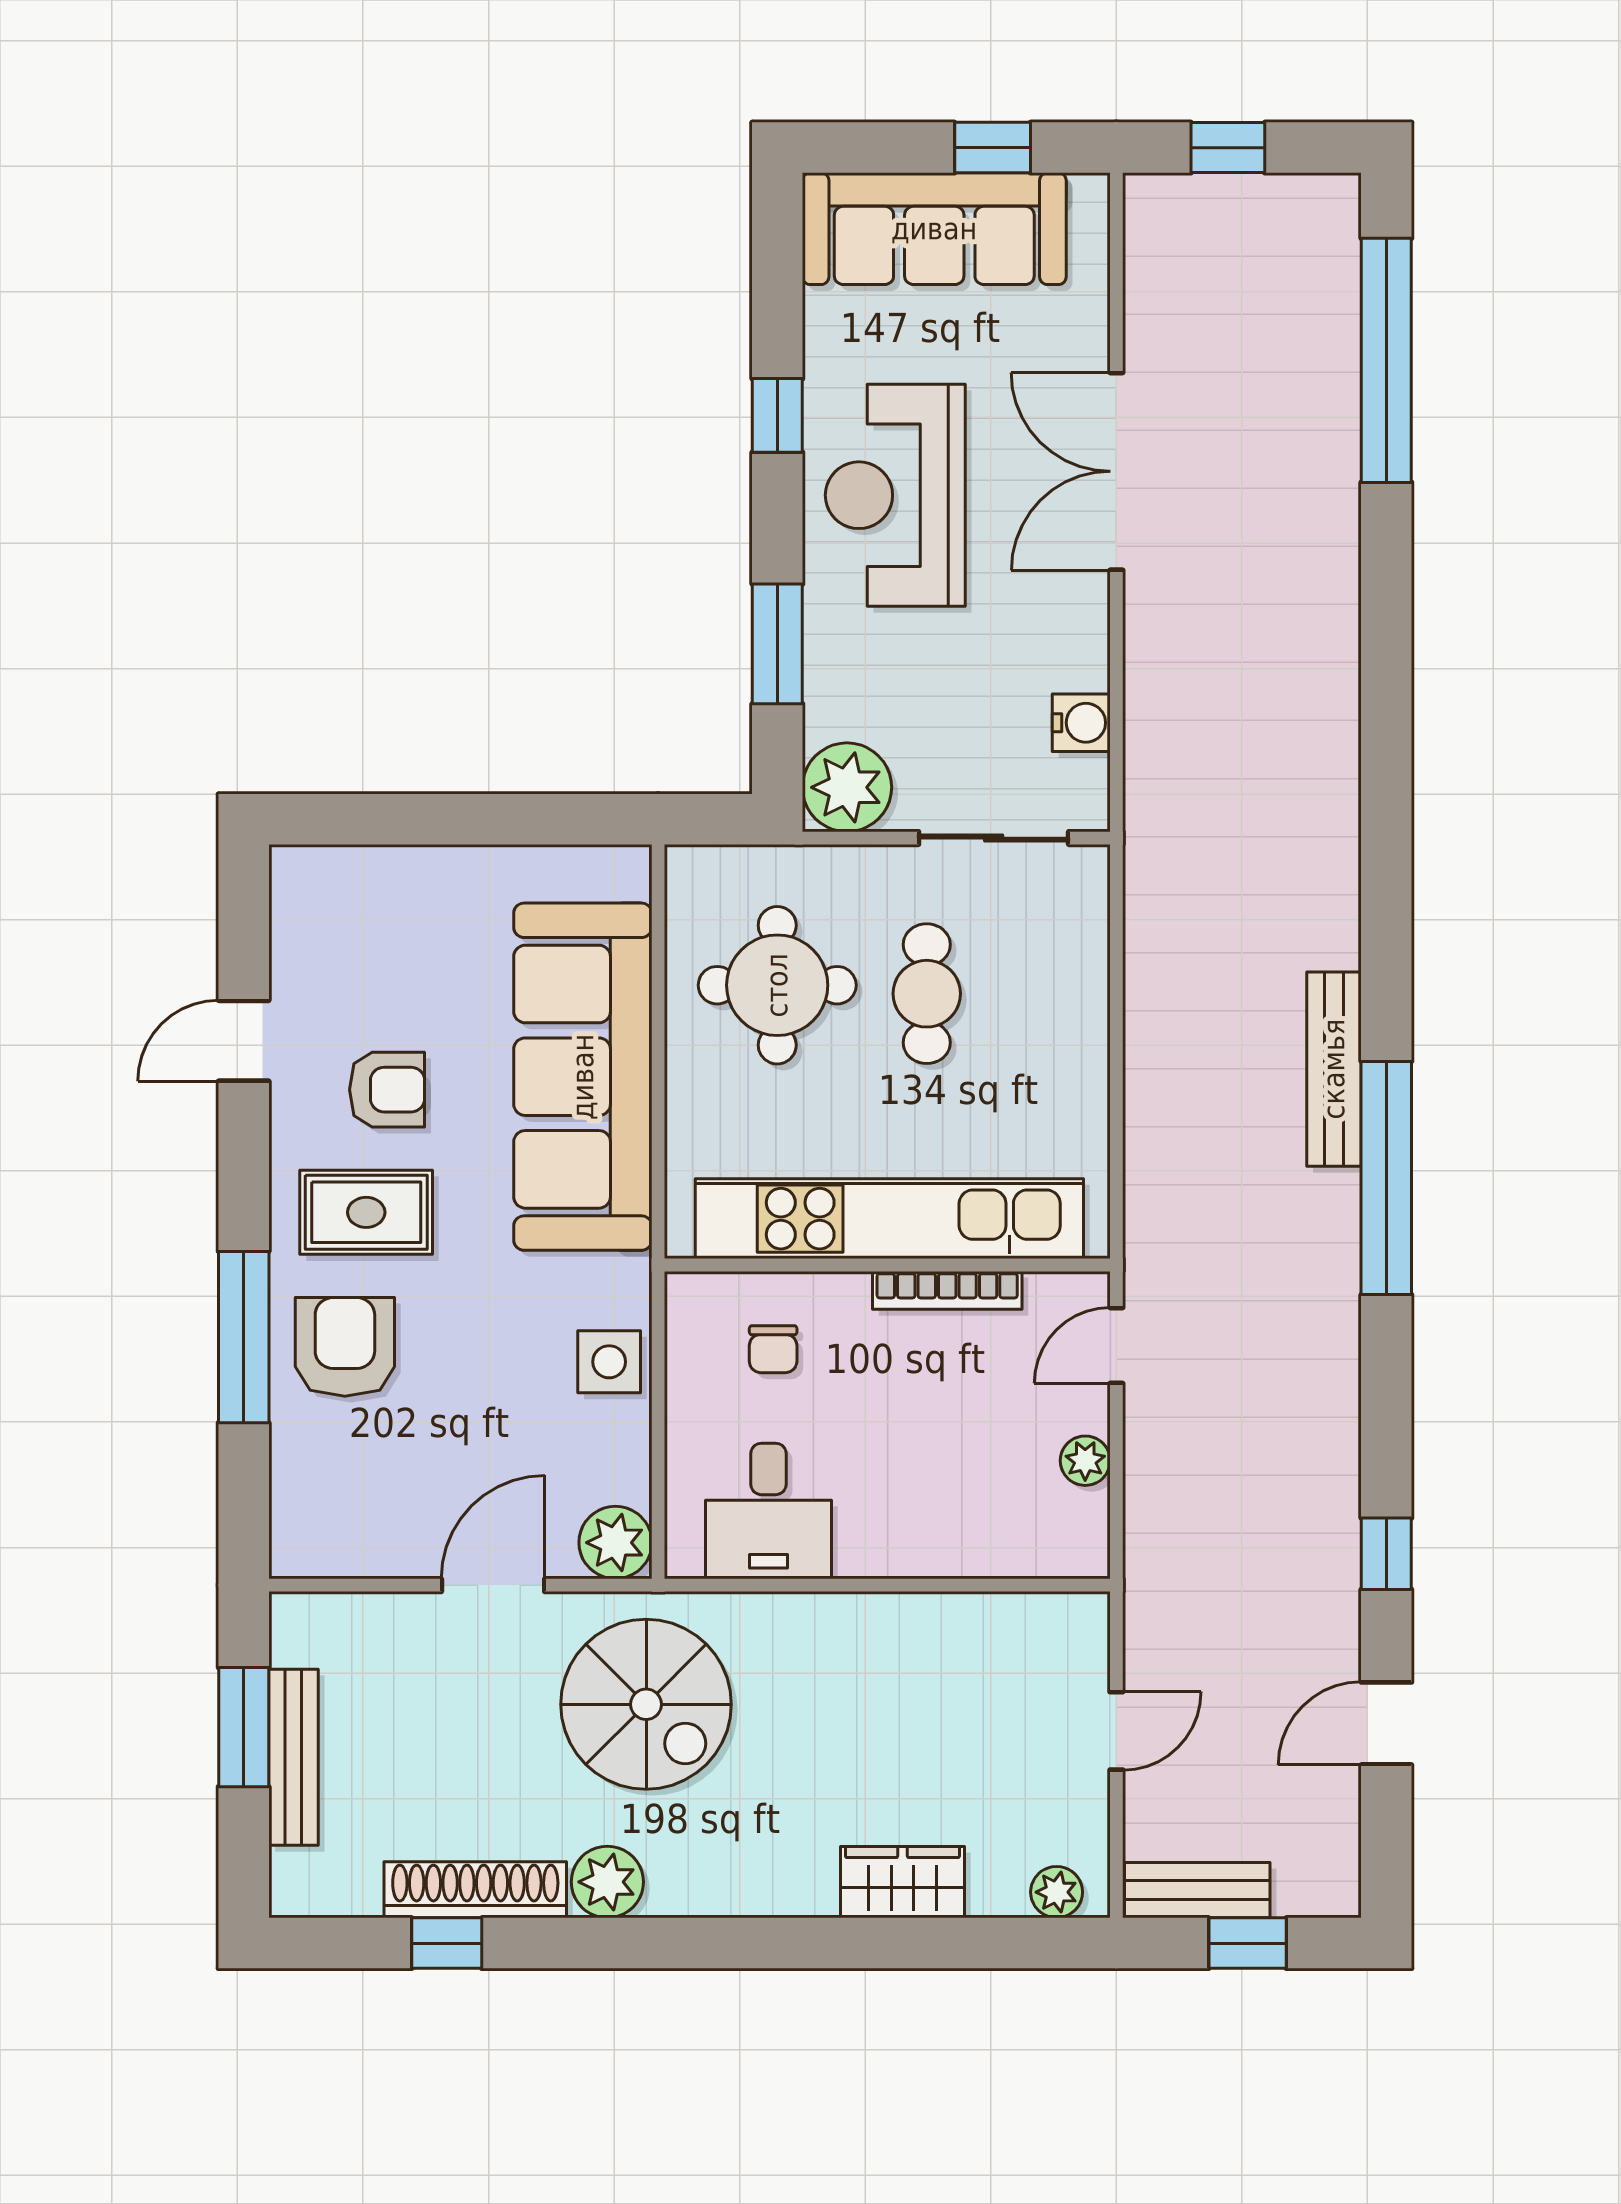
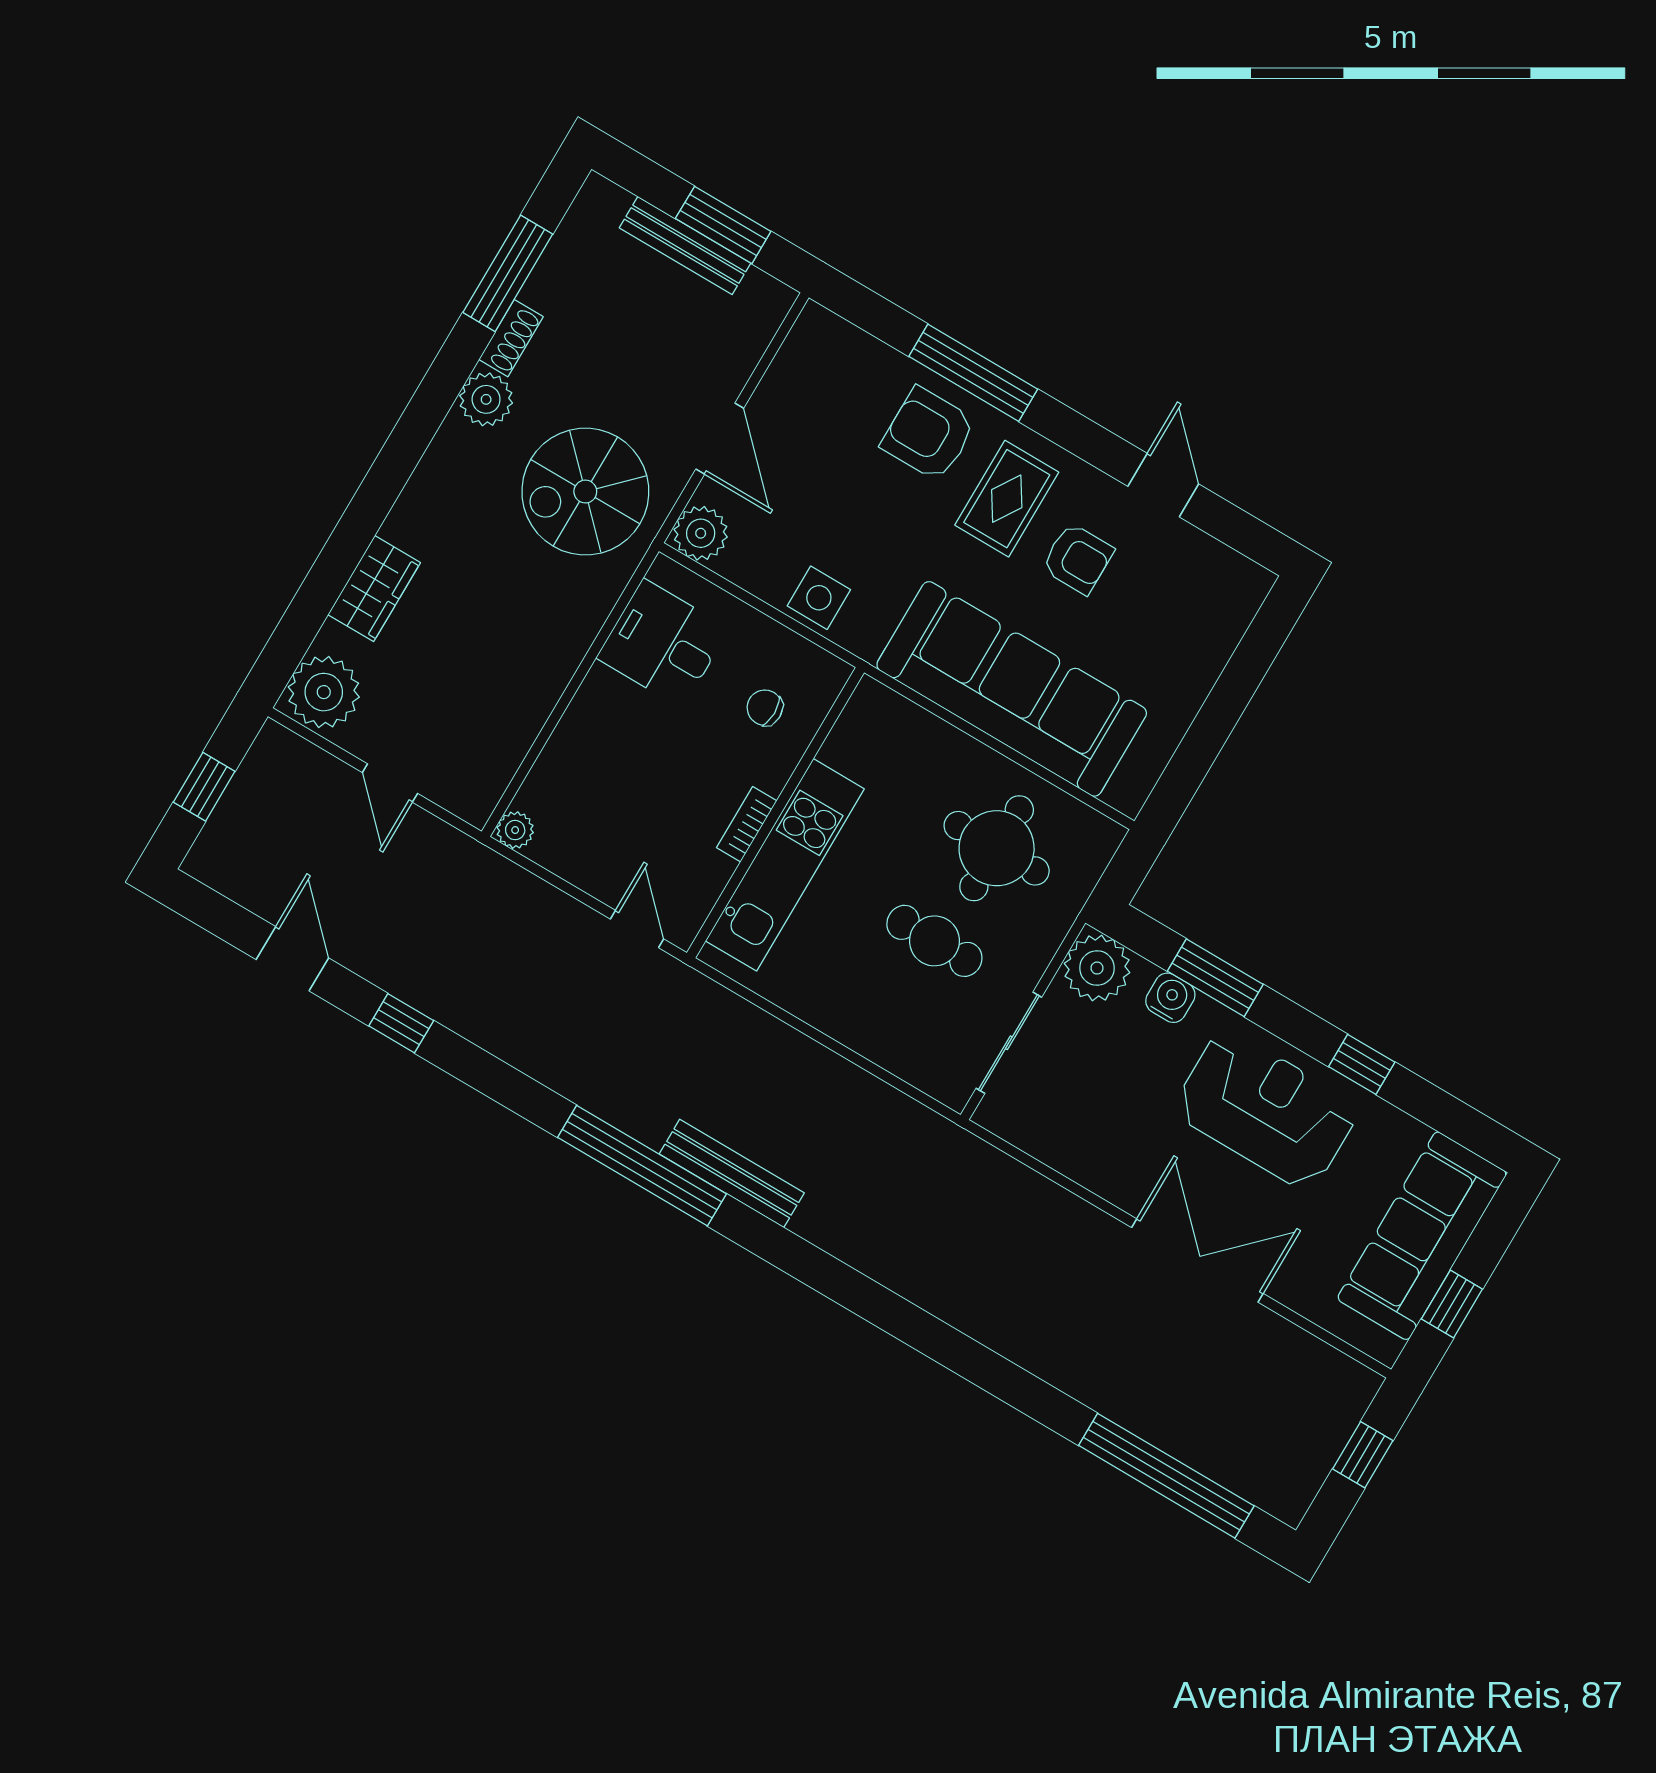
water cooler: (1081, 723) -> (1170, 998), moved, turned 180
armchair: (387, 1090) -> (1078, 559), turned -90
kitchen unit: (889, 1219) -> (785, 865), width x0.73
bookcase: (947, 1290) -> (747, 824), width x0.64
armchair: (345, 1347) -> (929, 434), turned 180
plant: (1085, 1461) -> (515, 830), moved
shoe rack: (475, 1890) -> (511, 338), width x0.51, depth x0.81
bench: (1197, 1890) -> (257, 774), removed
plant: (1057, 1892) -> (324, 692), width x1.87, depth x1.87
window: (447, 1943) -> (508, 273), width x2.17

